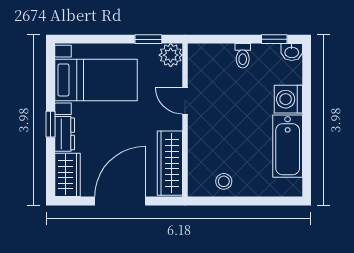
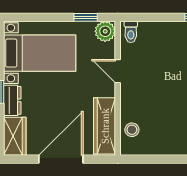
toilet: (243, 56) -> (131, 32), moved
stool: (224, 181) -> (132, 130), moved

